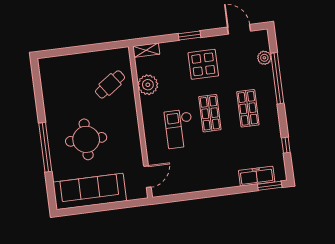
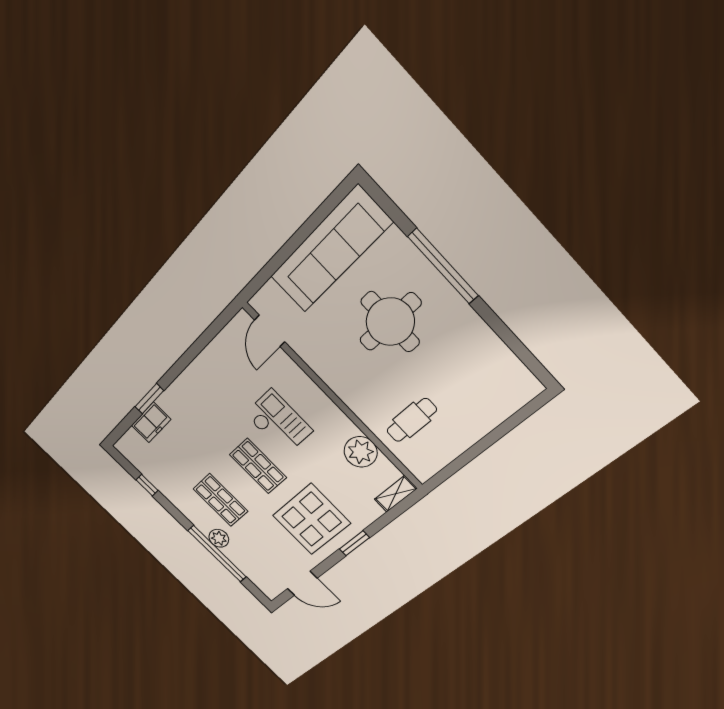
plant: (264, 58) -> (219, 538), moved
display table: (203, 64) -> (311, 519), width x1.36, depth x1.36
cafe table: (110, 84) -> (412, 420), turned 35
freezer: (257, 176) -> (151, 422), width x0.71
window: (270, 186) -> (149, 399), moved

